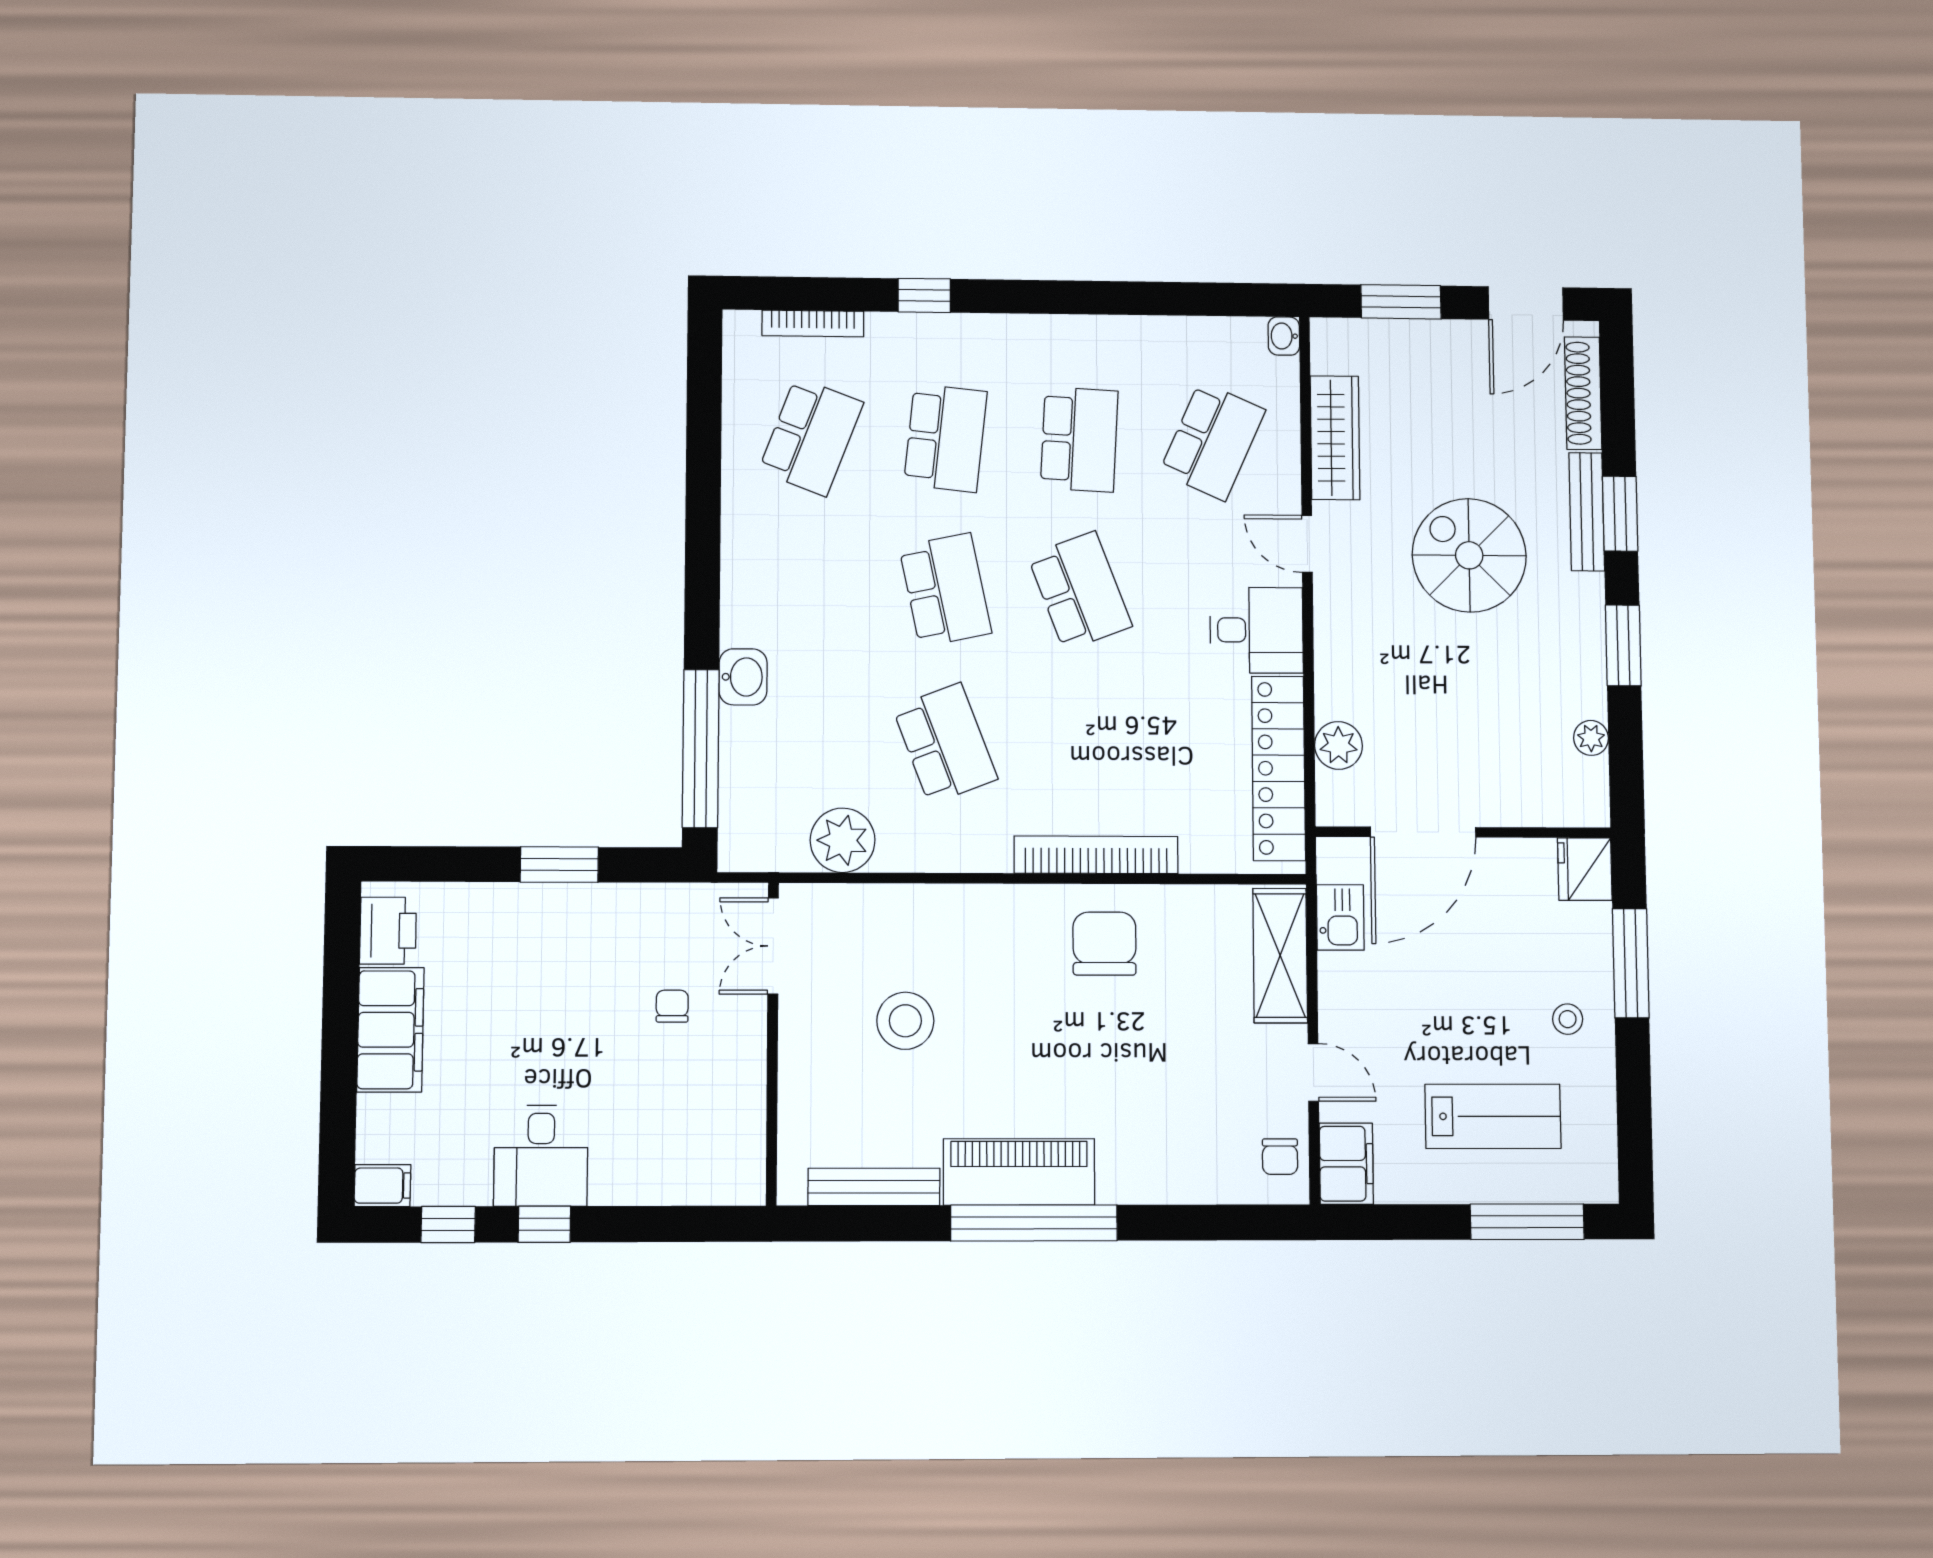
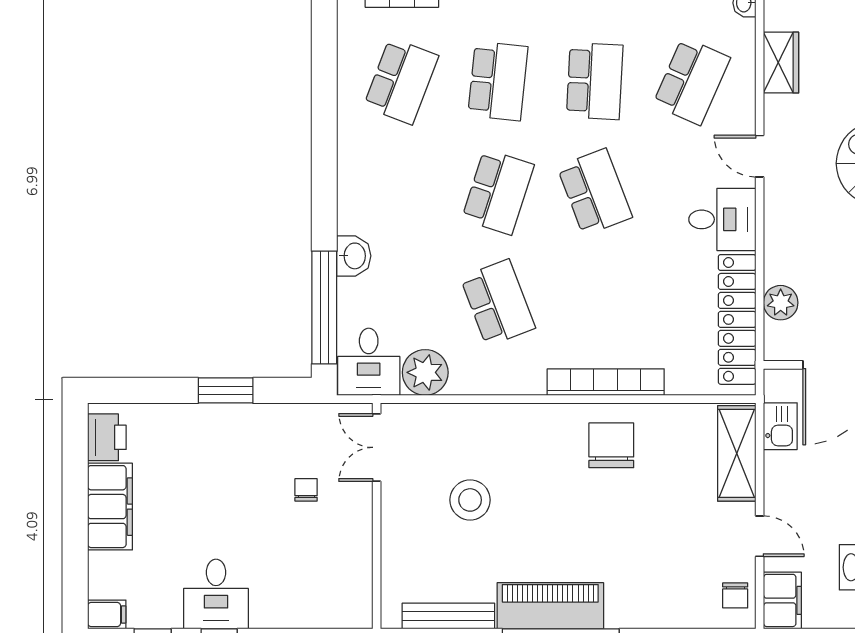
wardrobe: (1335, 438) -> (781, 63), width x0.67
school desk: (945, 590) -> (498, 192), turned 30
desk: (763, 825) -> (369, 362), added

